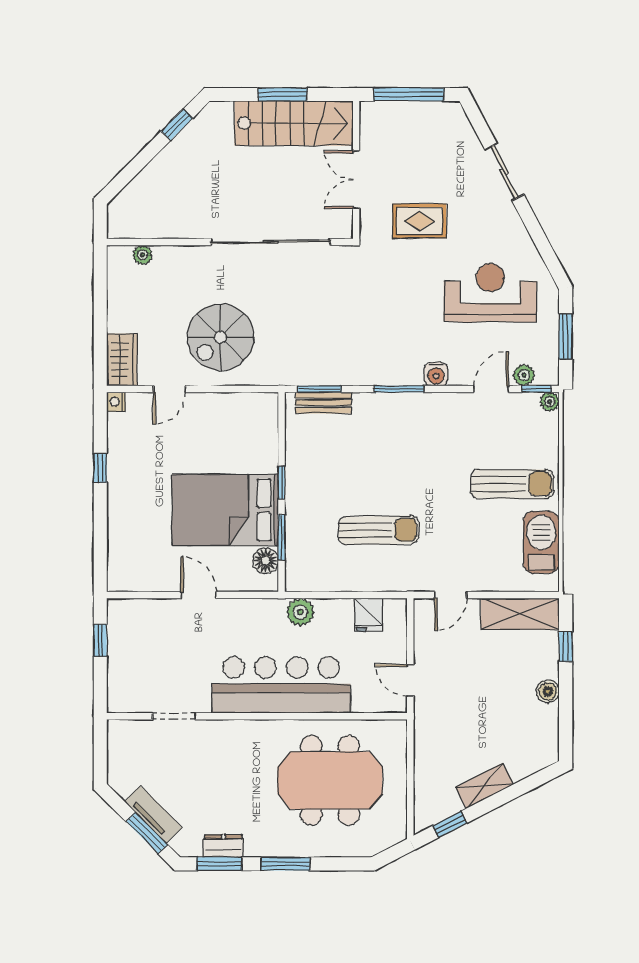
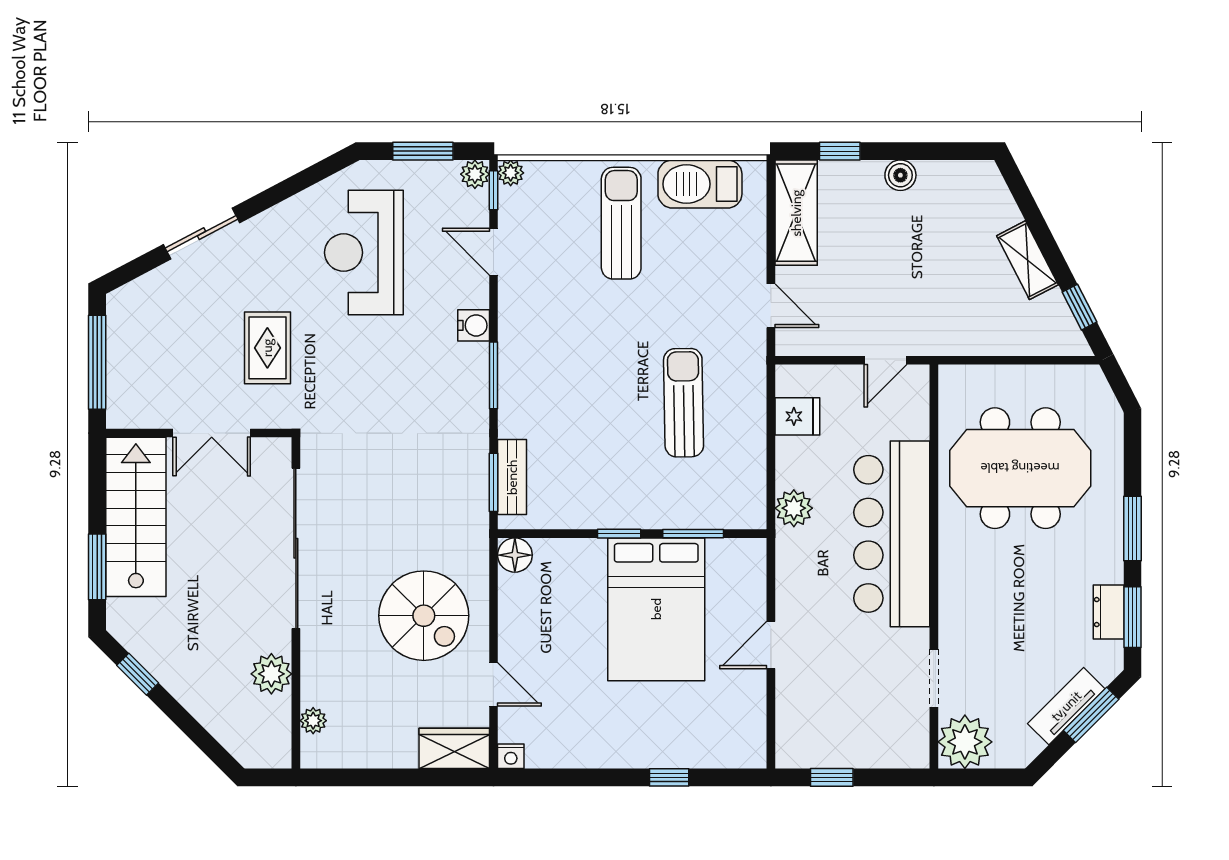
window: (282, 94) -> (97, 567), moved
plant: (177, 224) -> (271, 674), added
plant: (524, 375) -> (475, 174), moved
window: (100, 468) -> (669, 777), moved
floor lamp: (266, 561) -> (515, 555), moved
plant: (127, 739) -> (965, 742), added
meeting table: (330, 780) -> (1020, 468), turned 90

